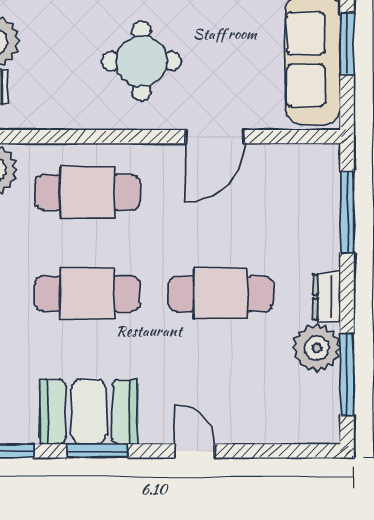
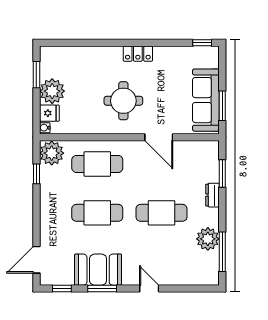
window: (347, 44) -> (222, 106), moved
door: (215, 137) -> (159, 137), hinge flipped
window: (347, 212) -> (222, 173), width x0.69
dresser: (327, 297) -> (212, 195), moved

